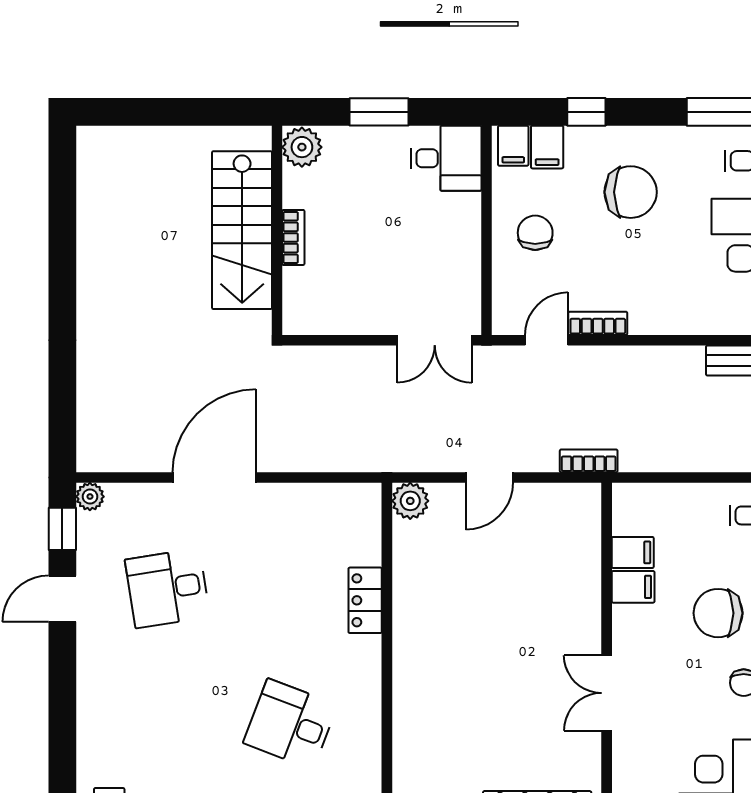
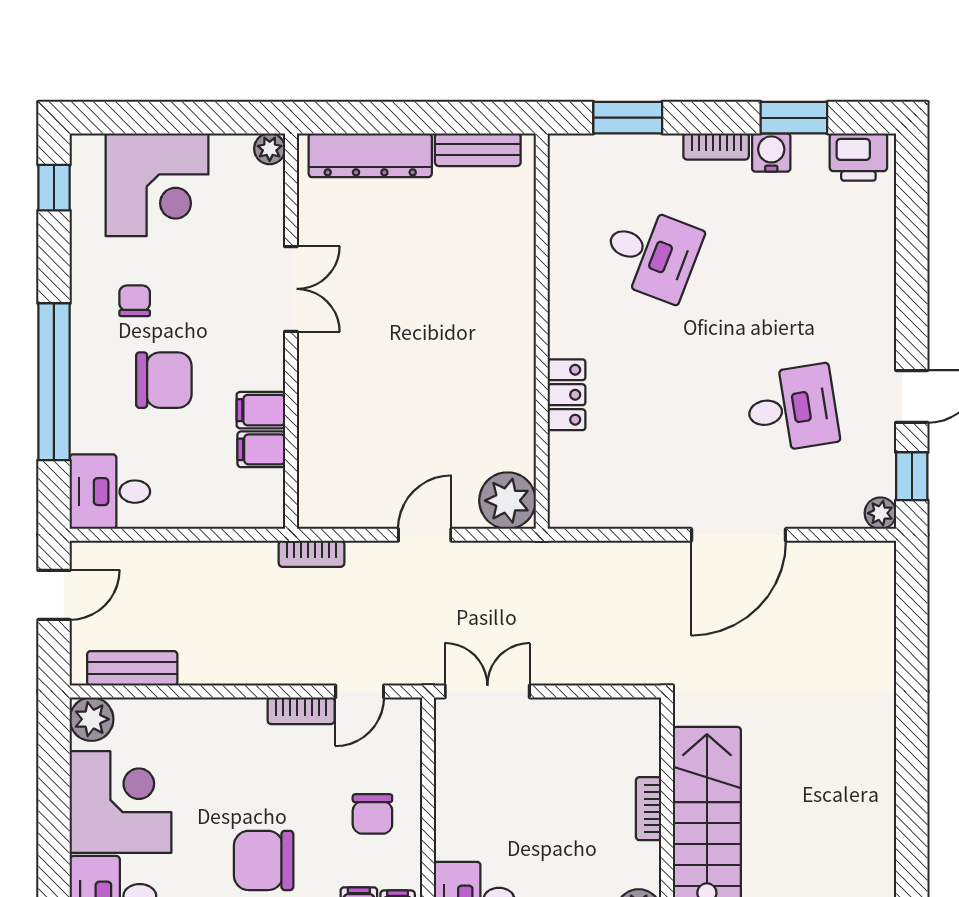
plant: (410, 501) -> (507, 501), width x1.36, depth x1.36

